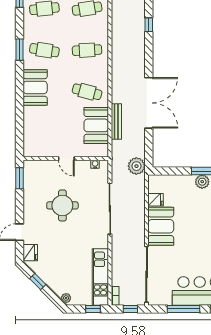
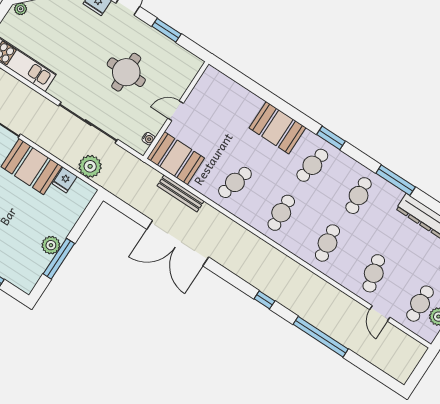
booth: (96, 125) -> (176, 158), moved
plant: (136, 166) -> (90, 166), moved
window: (19, 178) -> (166, 30), moved

